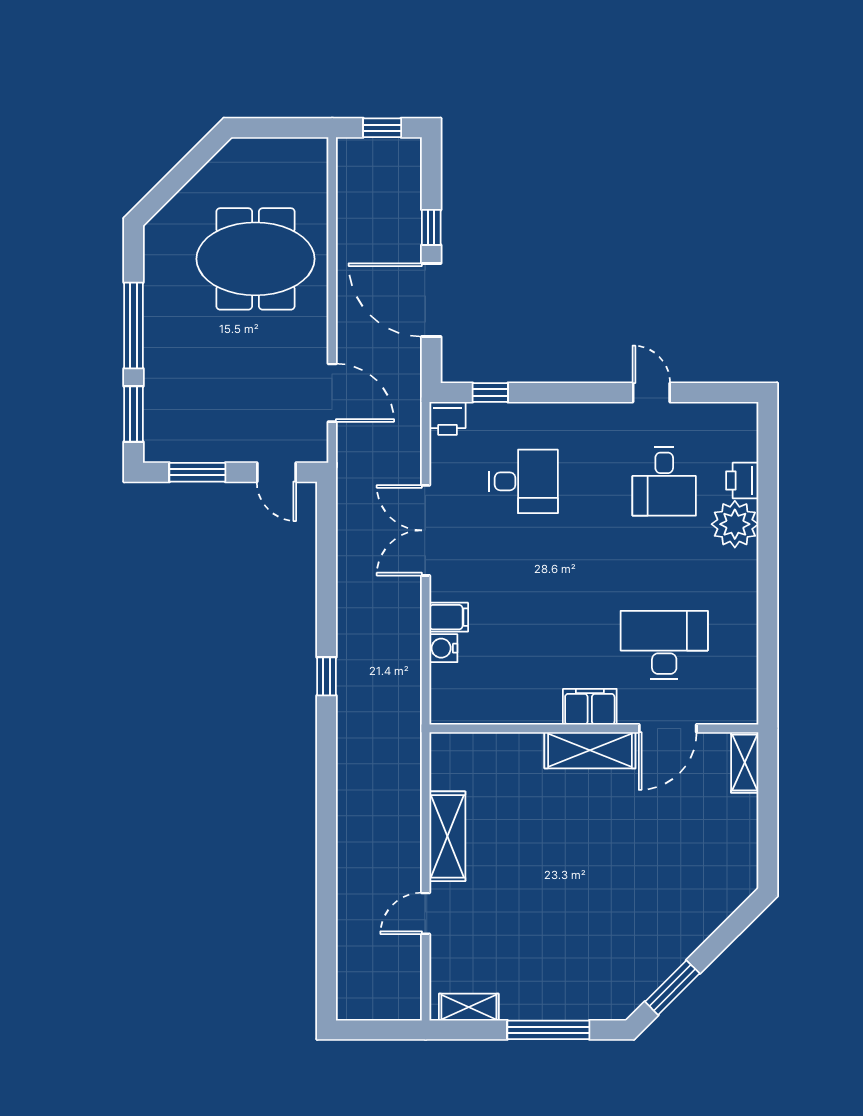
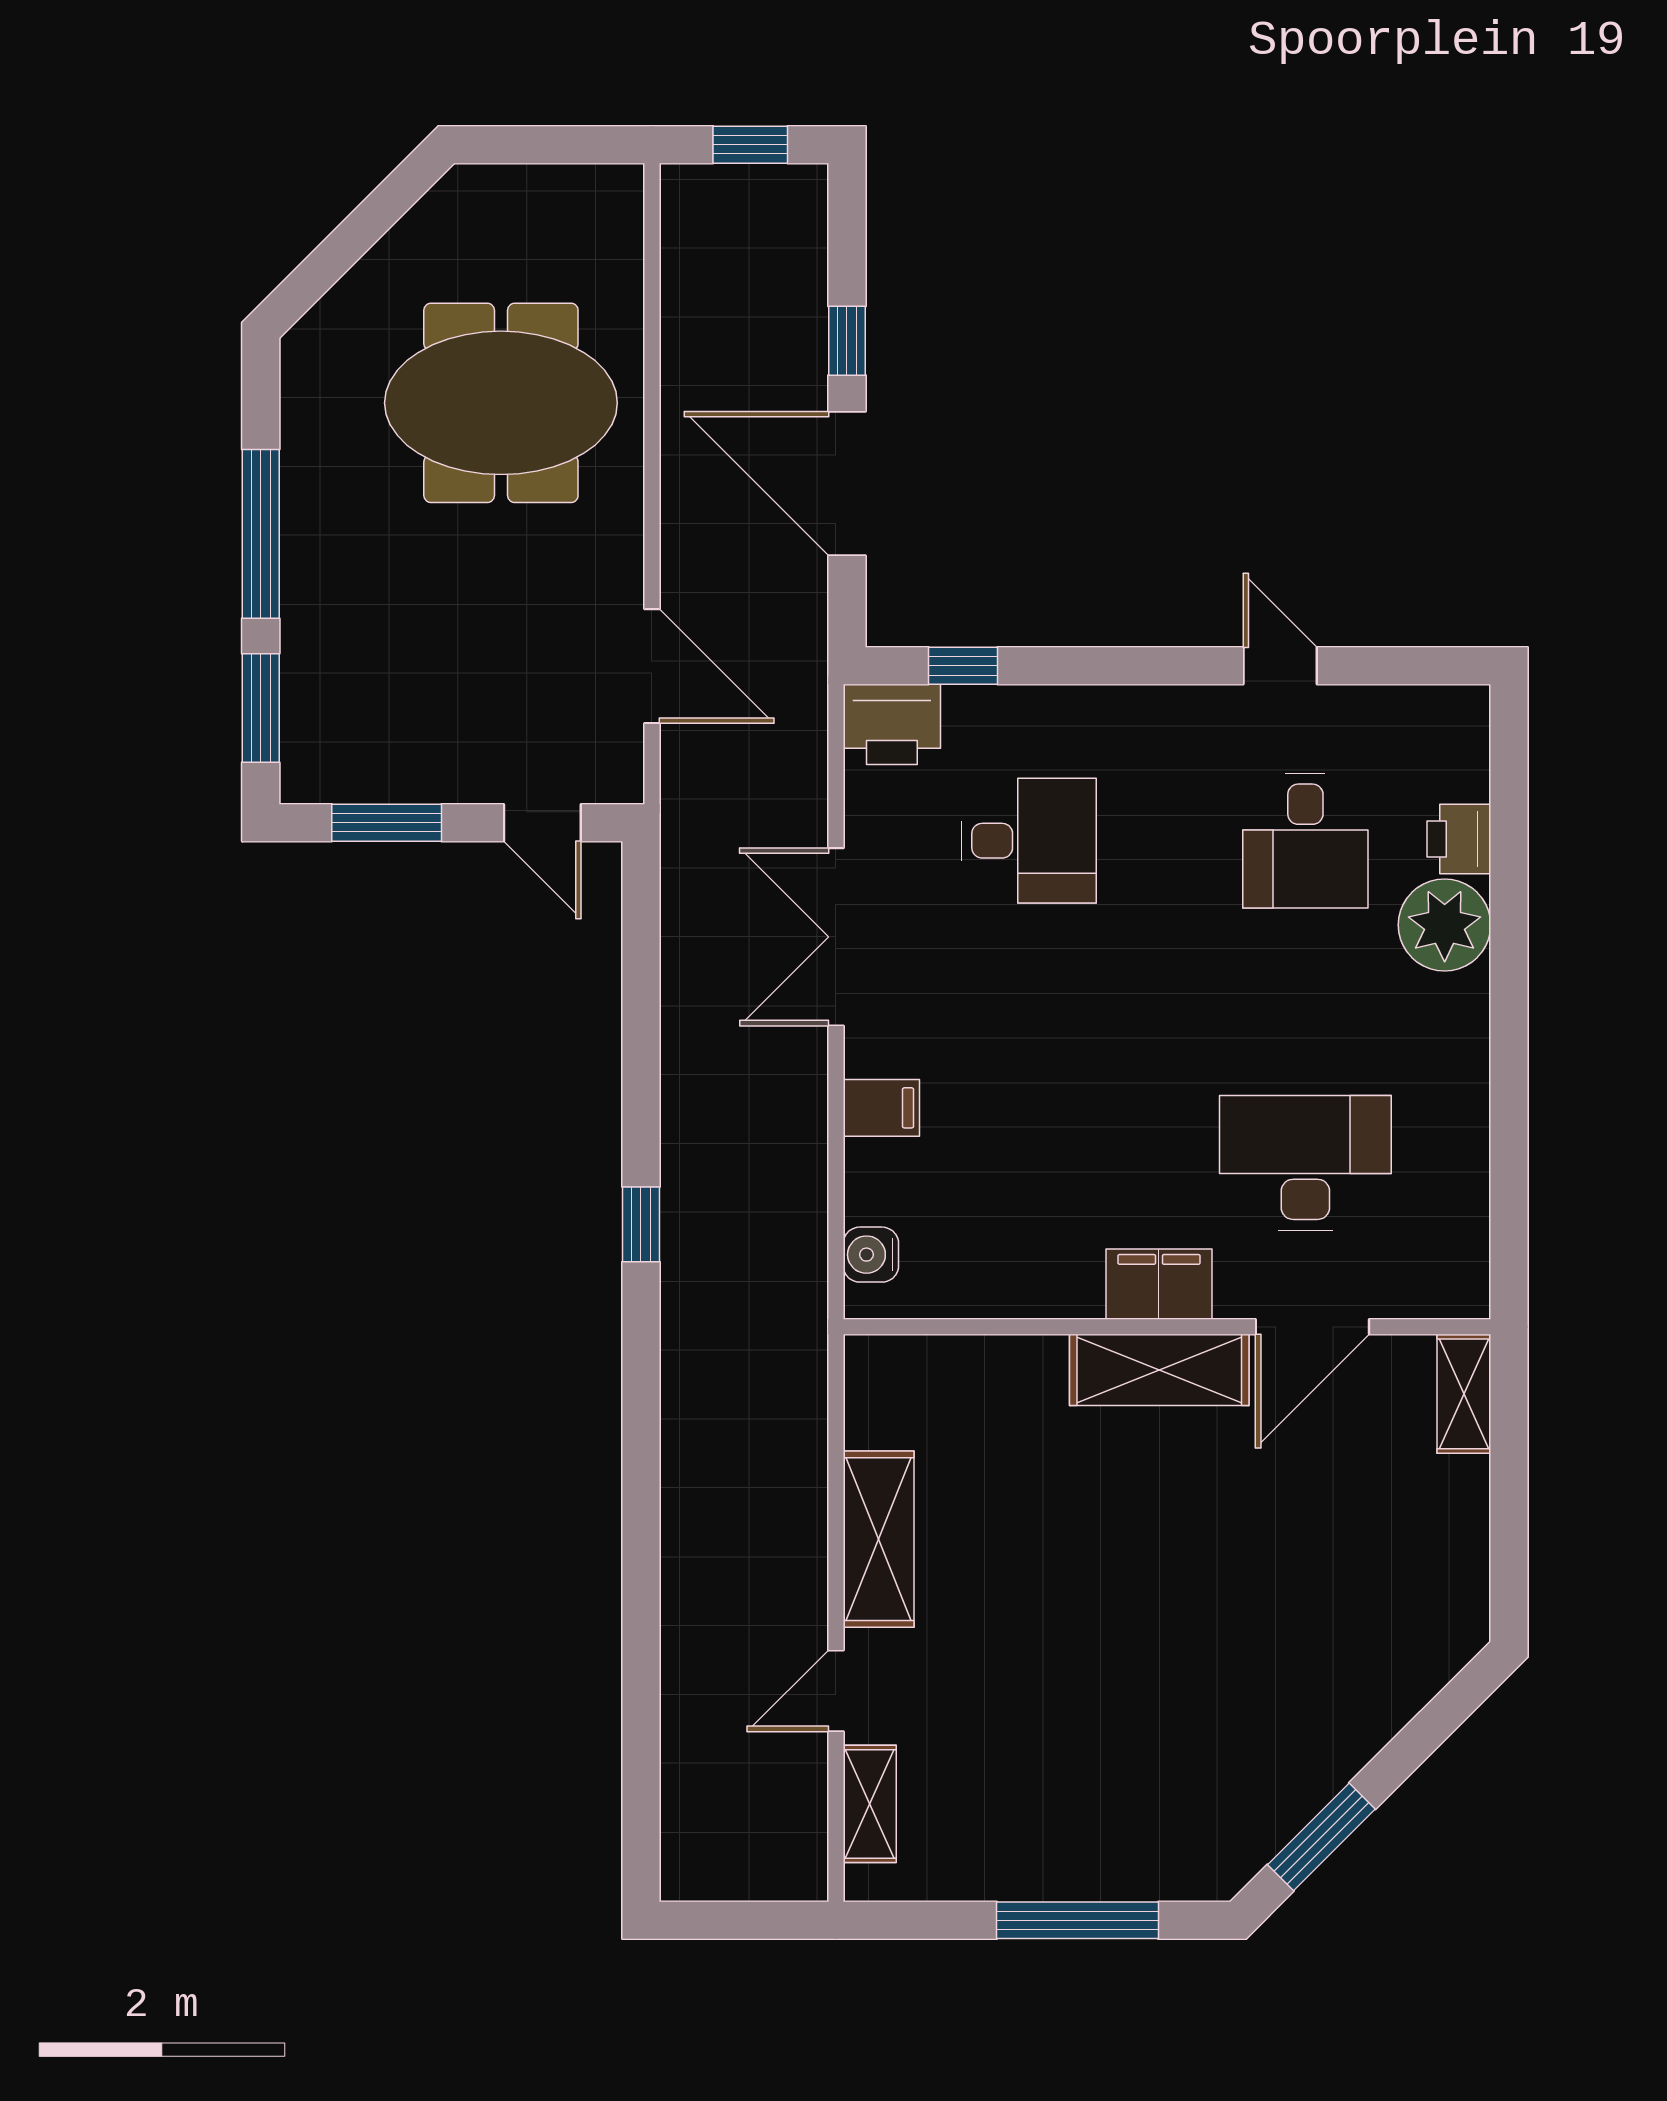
printer: (447, 418) -> (892, 724), width x1.36, depth x1.24
water cooler: (443, 648) -> (871, 1255), moved
shelving: (469, 1007) -> (870, 1804), moved, turned 90

